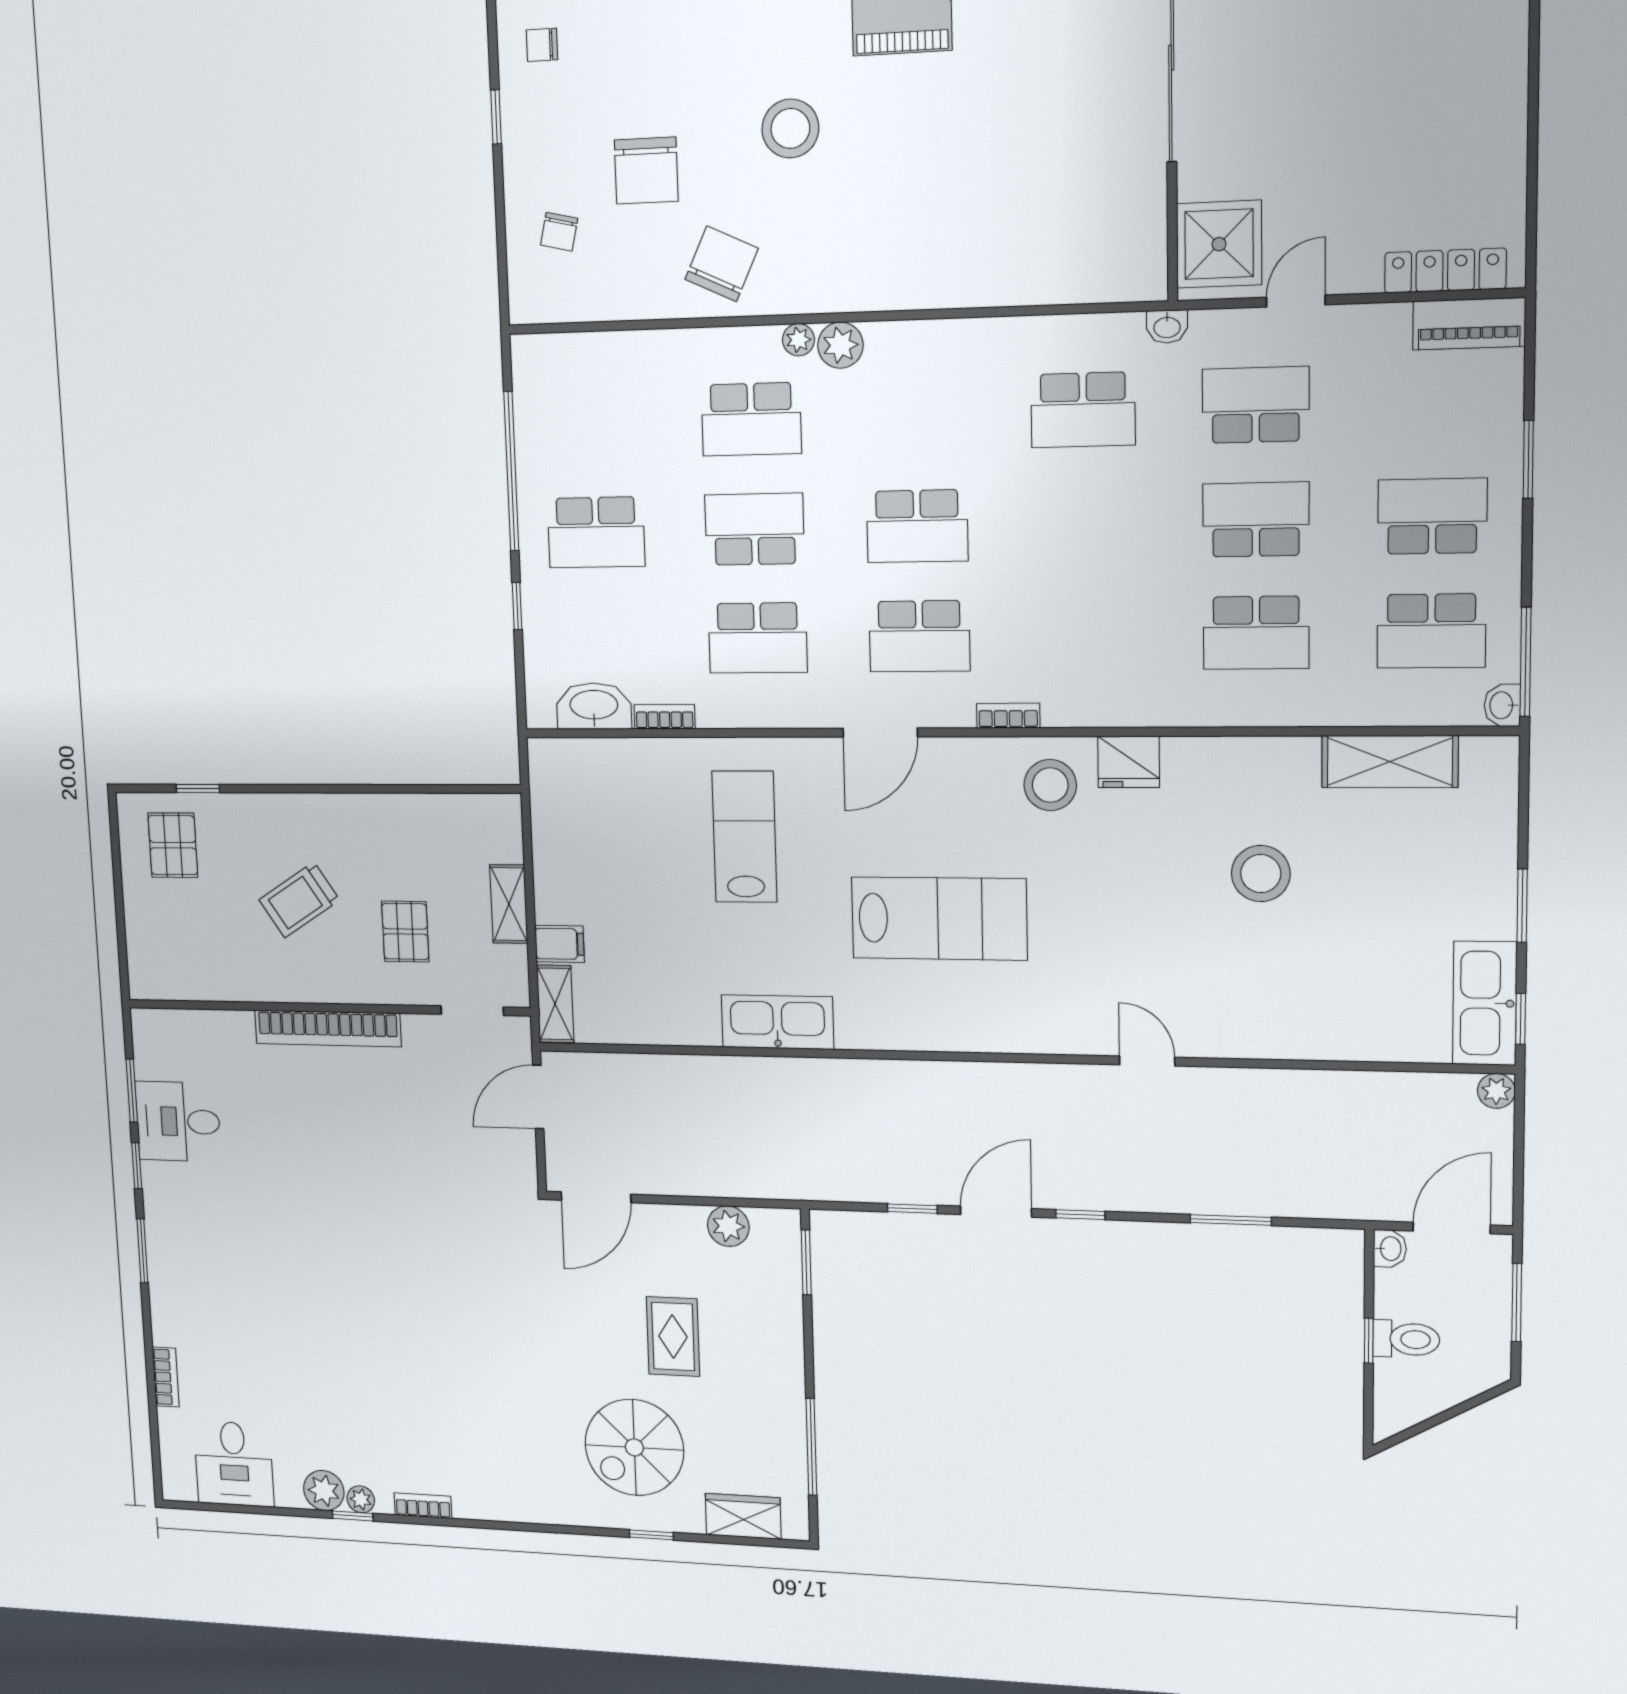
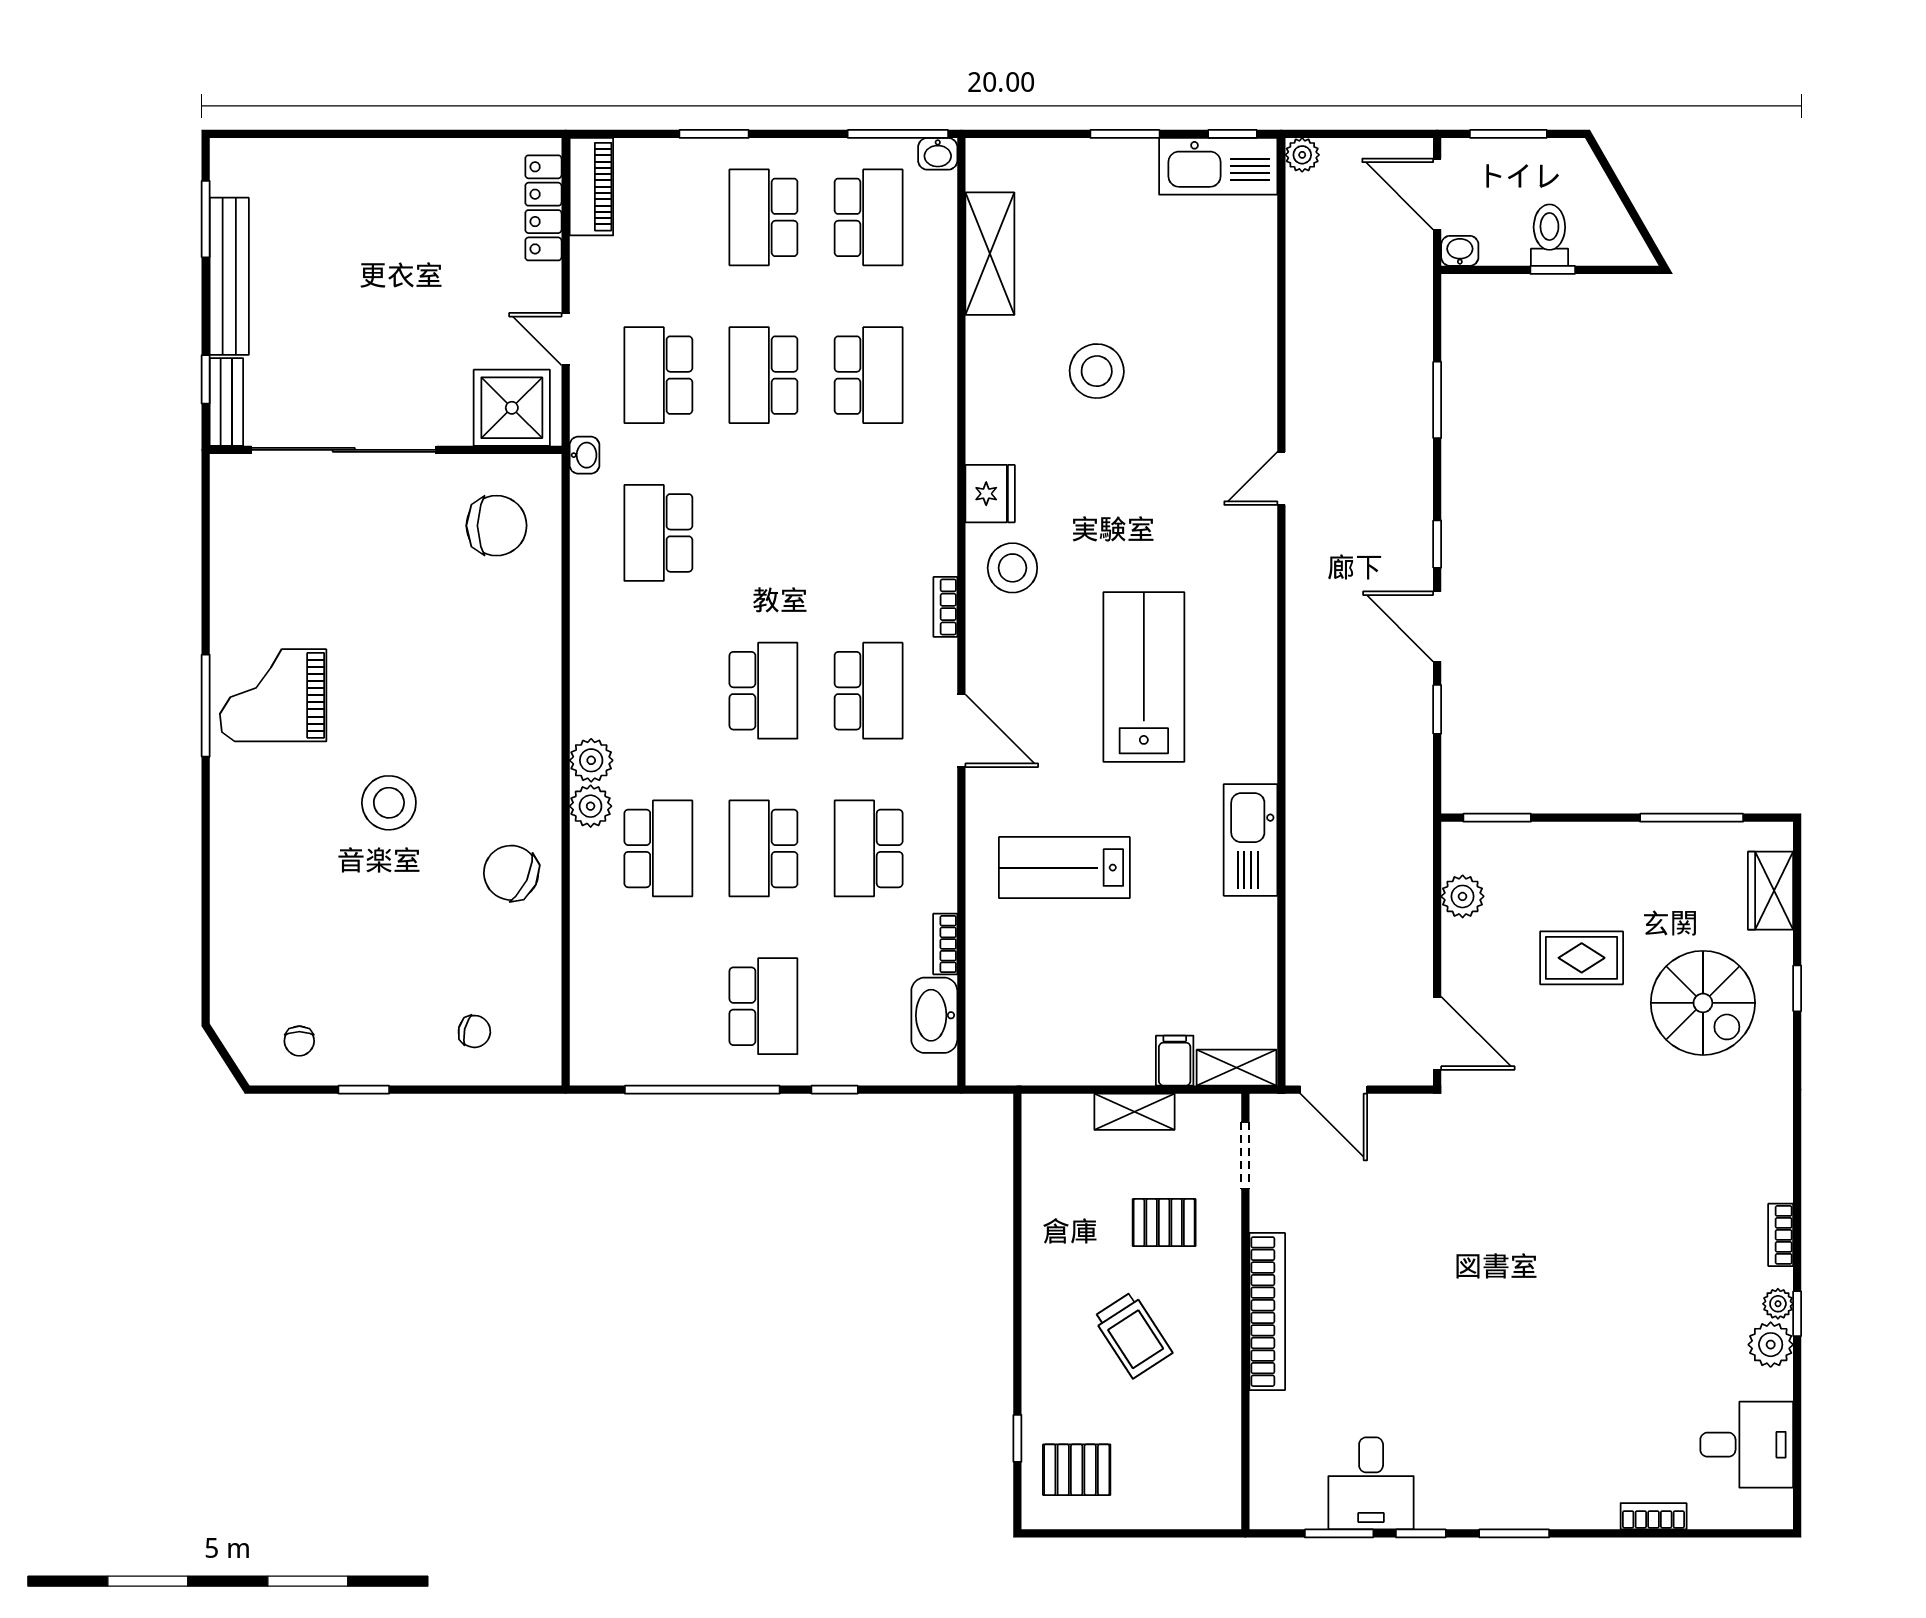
chair: (646, 171) -> (497, 526), moved
plant: (798, 340) -> (591, 806), width x1.38, depth x1.38
school desk: (1083, 410) -> (658, 533), turned 180
school desk: (758, 638) -> (869, 848), turned 180

